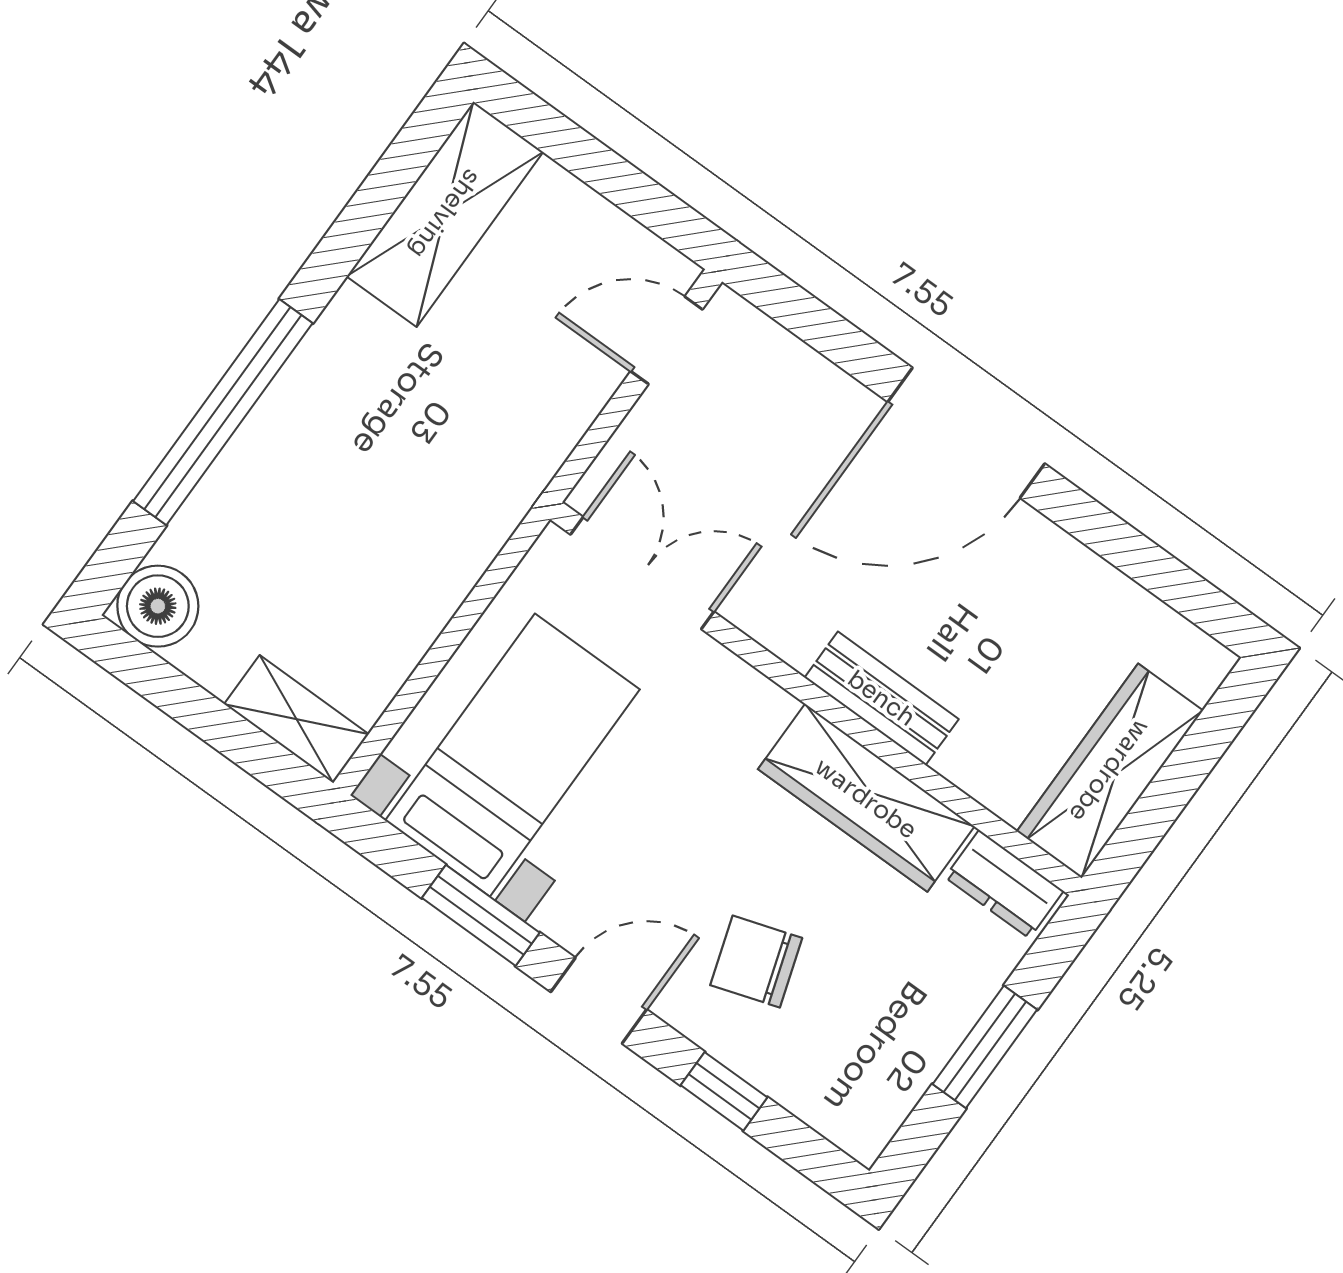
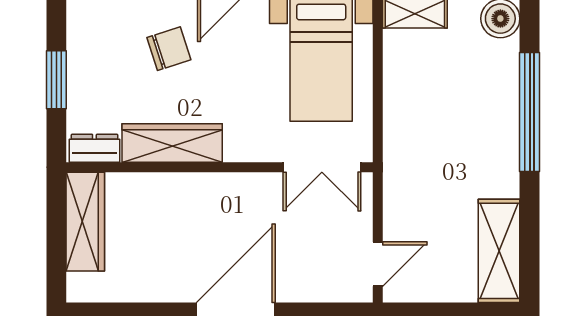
bench: (882, 698) -> (194, 186), removed

